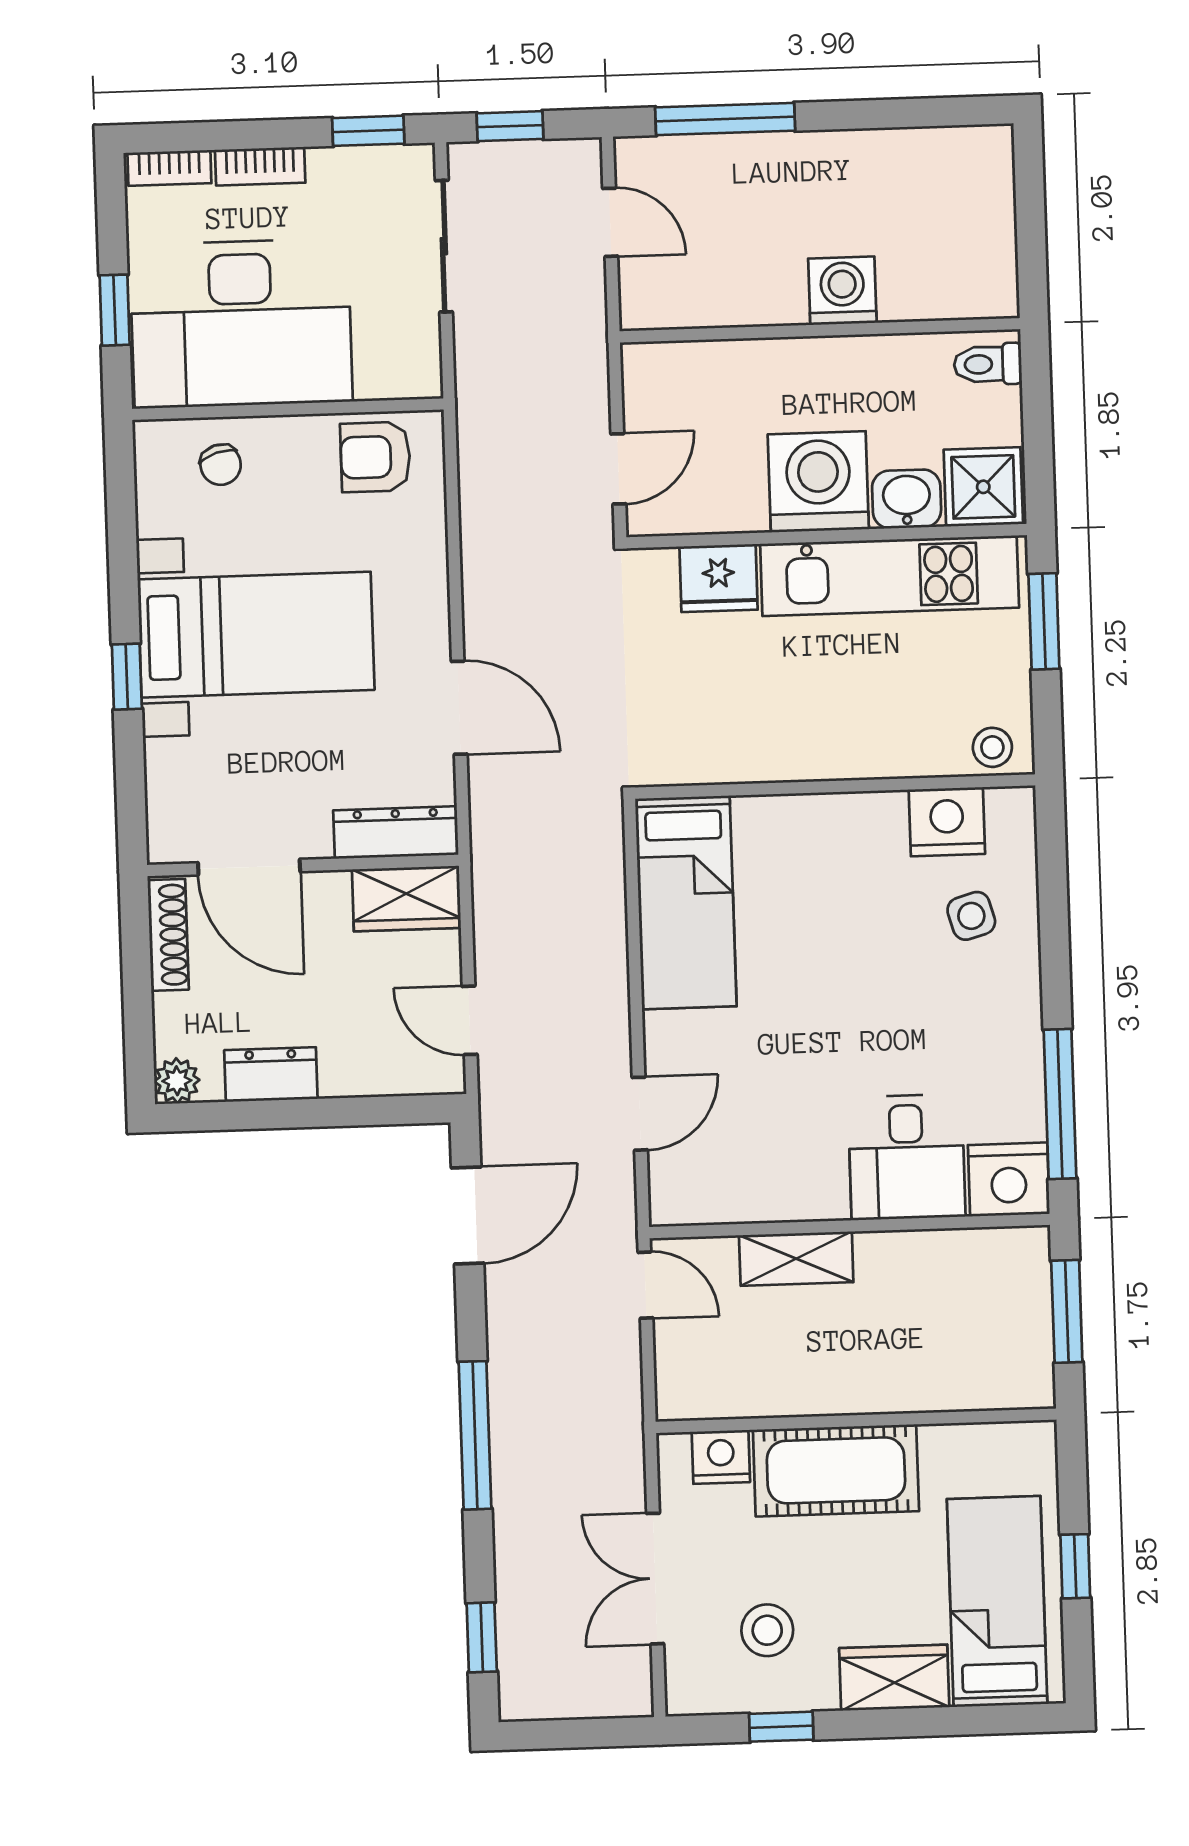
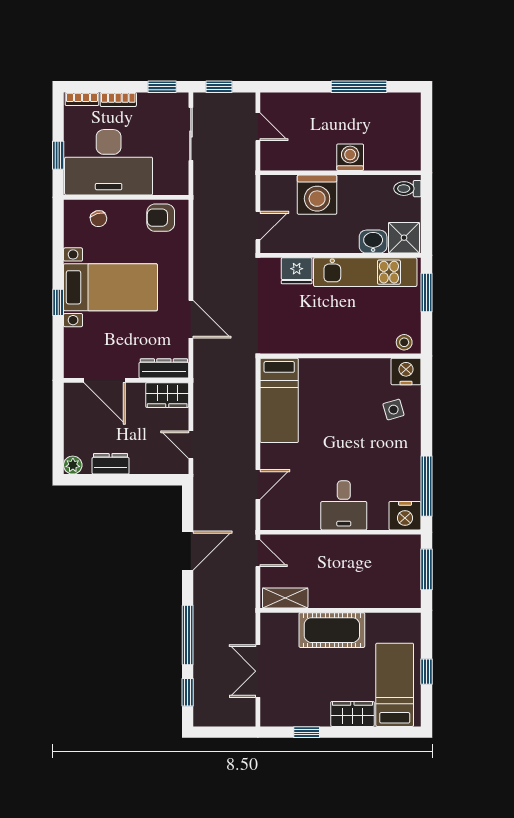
window: (725, 119) -> (359, 87), moved
washing machine: (818, 482) -> (317, 195), moved, turned 180
nightstand: (947, 822) -> (406, 371), moved
shoe rack: (168, 935) -> (71, 406), removed
desk: (907, 1157) -> (344, 505), moved
door: (468, 1216) -> (188, 551), moved
shelving: (796, 1259) -> (285, 598), moved
window: (475, 1435) -> (188, 635), moved
nightstand: (721, 1457) -> (286, 623), removed
stool: (767, 1630) -> (302, 693), removed

